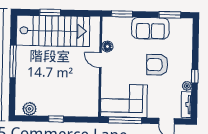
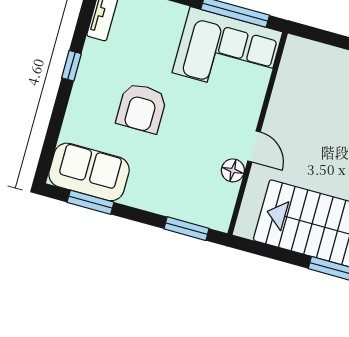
sofa: (150, 28) -> (89, 172), moved
armchair: (157, 65) -> (142, 108), turned 90
plant: (187, 86) -> (93, 50), removed

